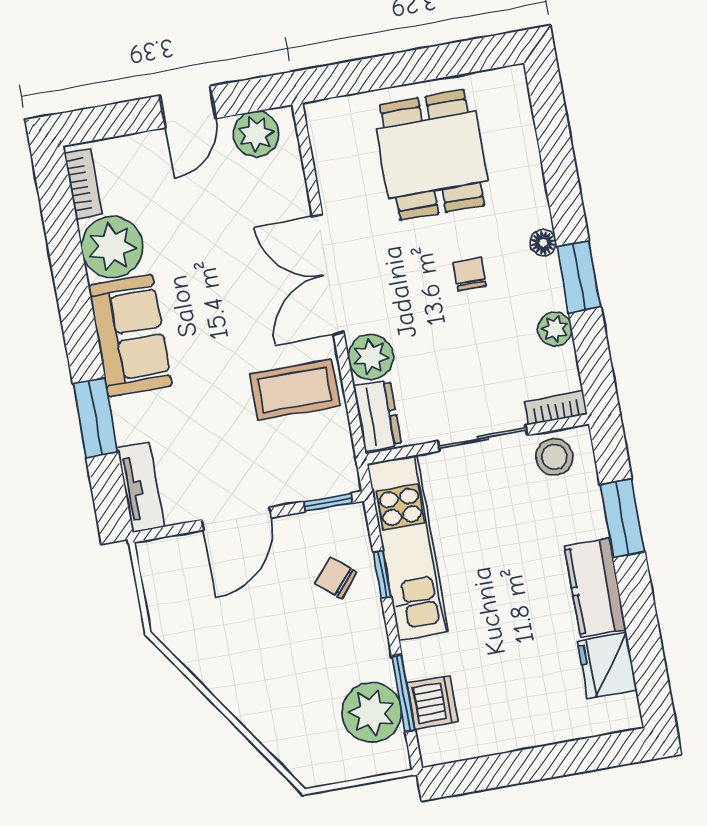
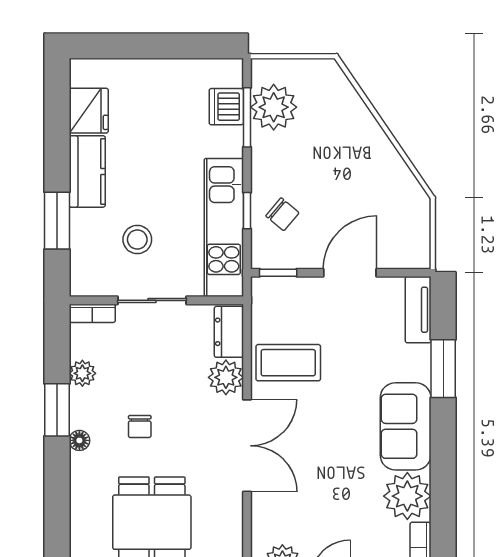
stool: (554, 457) -> (137, 240), moved

